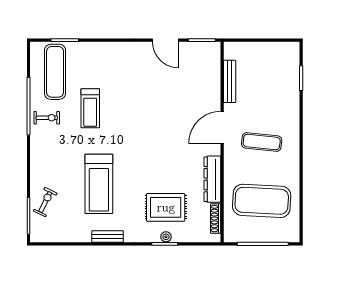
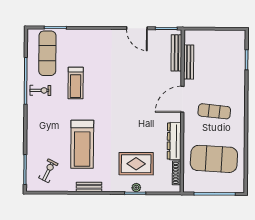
bench: (214, 70) -> (176, 53), added
exercise bike: (45, 202) -> (48, 171), moved

